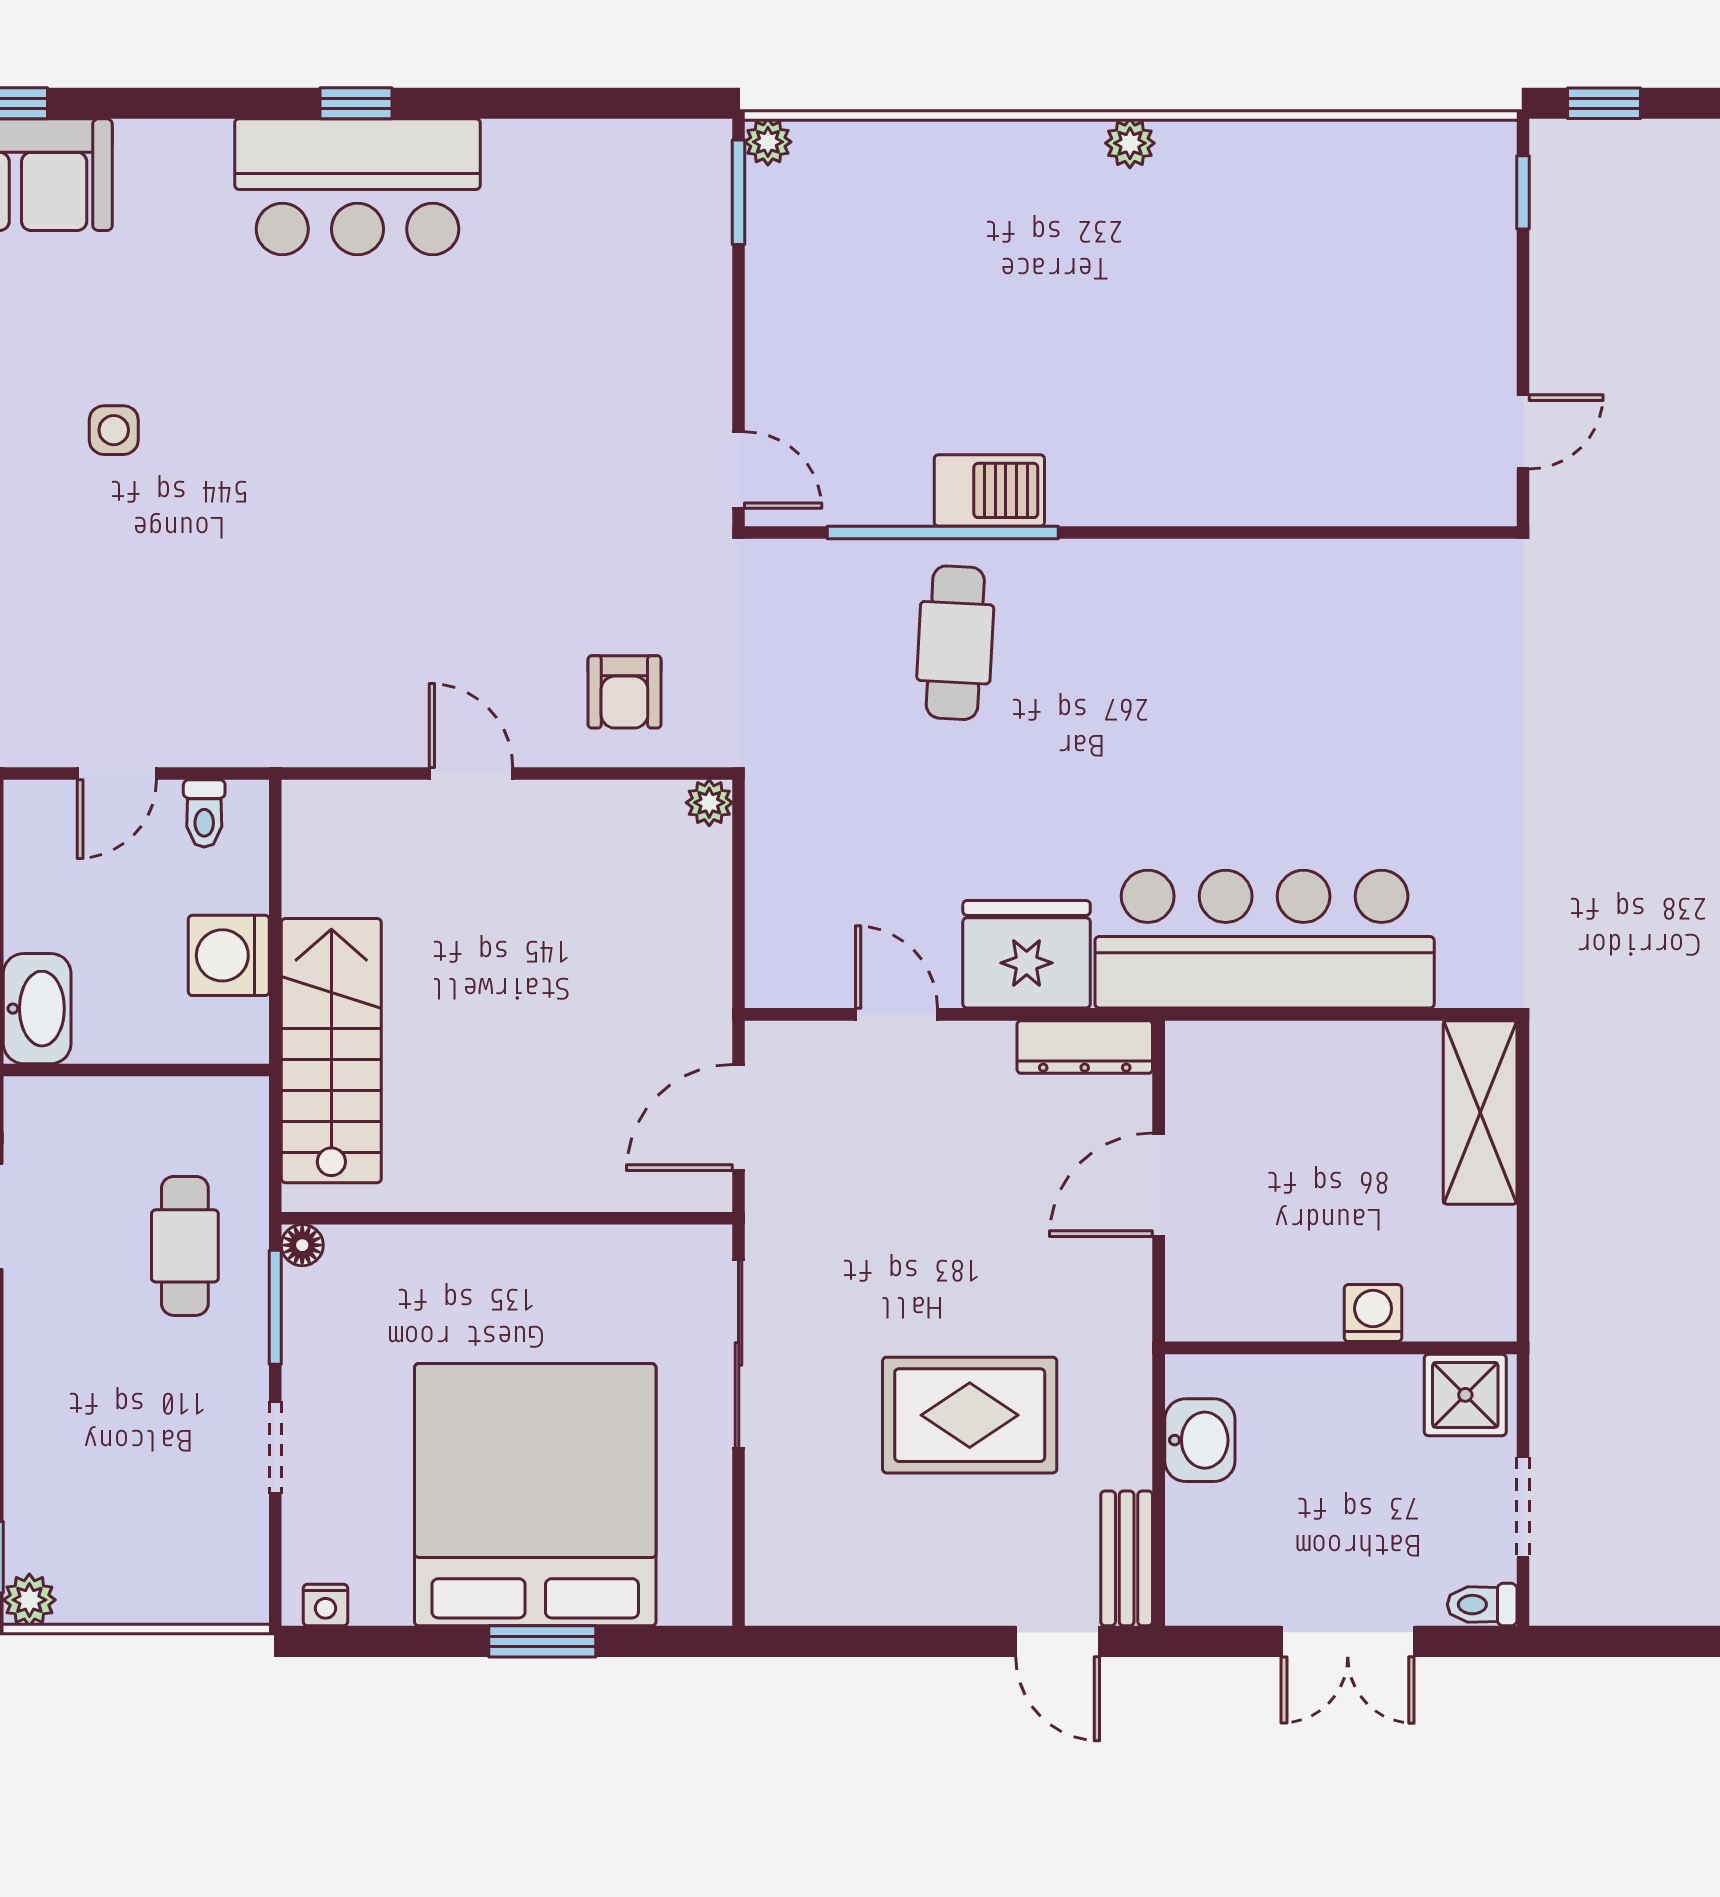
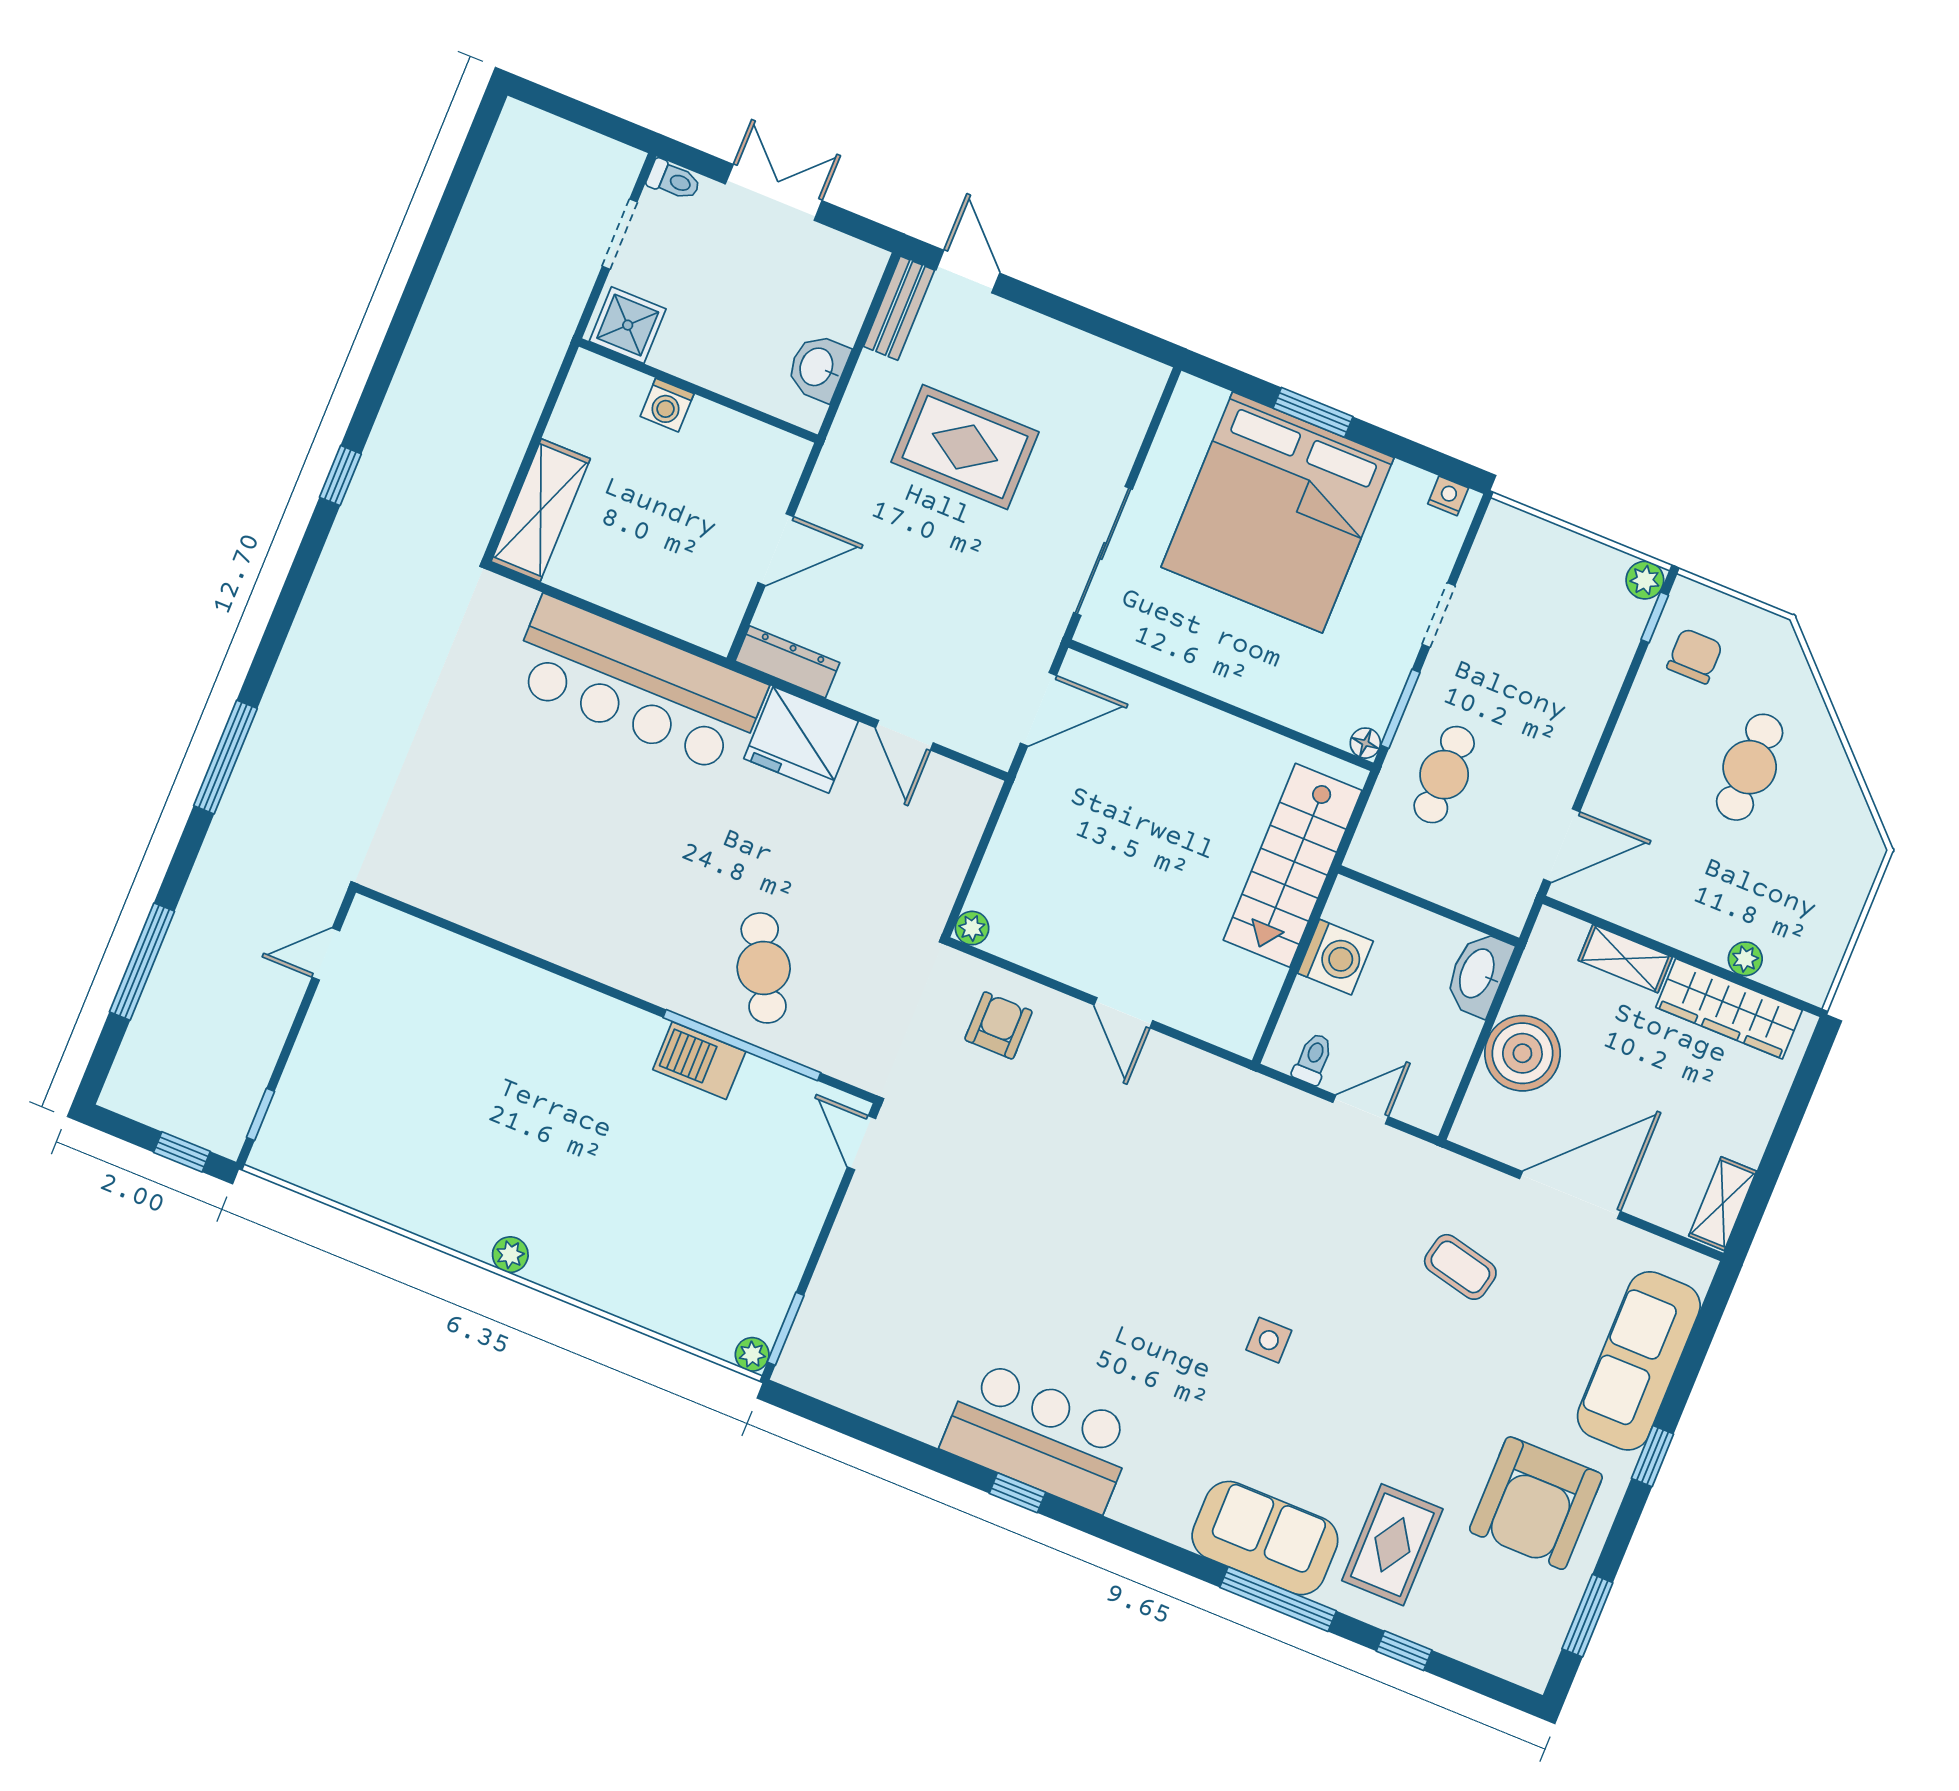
cafe table: (955, 643) -> (764, 968), turned -31

